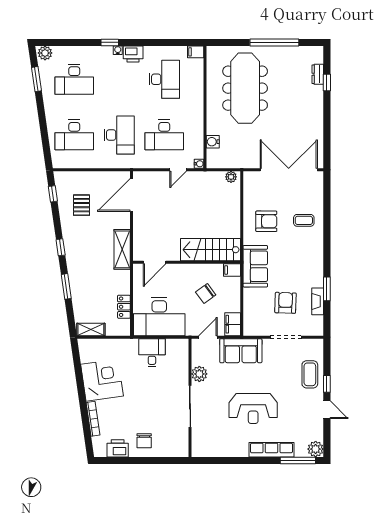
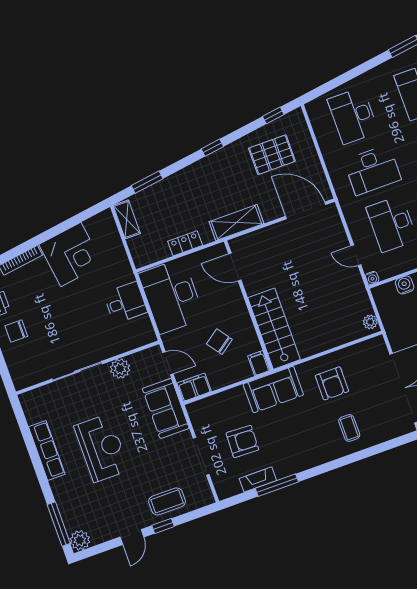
pallet: (81, 205) -> (272, 155), width x1.50, depth x1.42
window: (66, 286) -> (147, 182), moved
window: (327, 289) -> (277, 485), width x1.44
locker: (124, 307) -> (185, 243), moved
reception desk: (253, 409) -> (102, 448), turned 180
row of seats: (271, 450) -> (47, 450), moved

